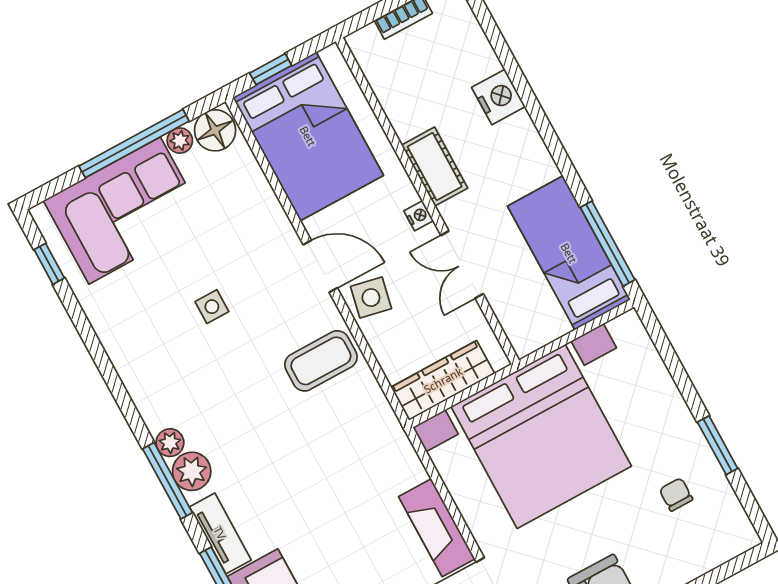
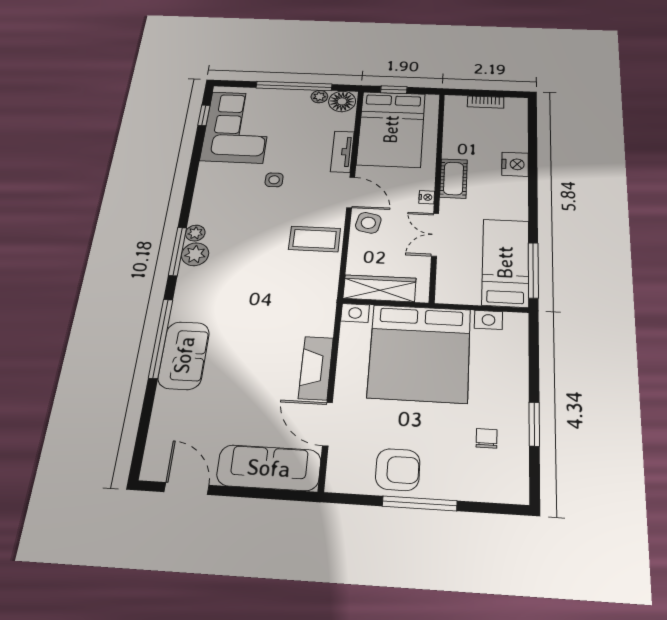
corner sofa: (125, 211) -> (237, 127), moved, turned -90
tv unit: (220, 533) -> (342, 152), moved, turned 180

